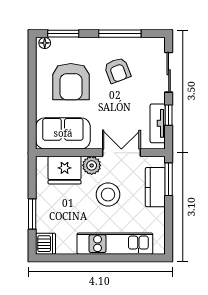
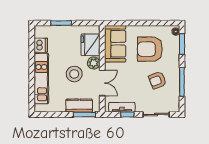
dishwasher: (46, 244) -> (41, 45), moved, turned -90

